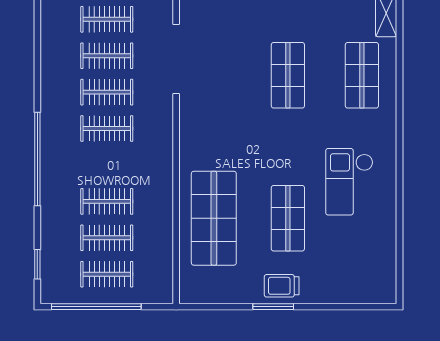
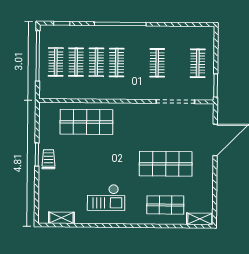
clothes rail: (107, 56) -> (177, 63), removed
shop shelf: (288, 75) -> (166, 164), width x1.43, depth x1.36
clothes rail: (107, 129) -> (117, 62), moved
checkout: (349, 182) -> (106, 197), turned 180
shop shelf: (288, 218) -> (86, 163), removed
shelving: (386, 262) -> (61, 218), added

